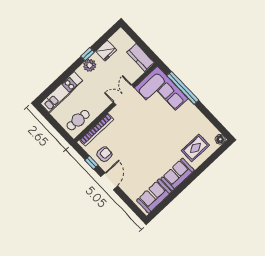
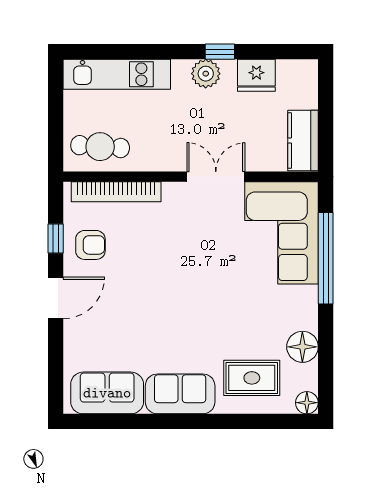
floor lamp: (202, 123) -> (302, 347), added

